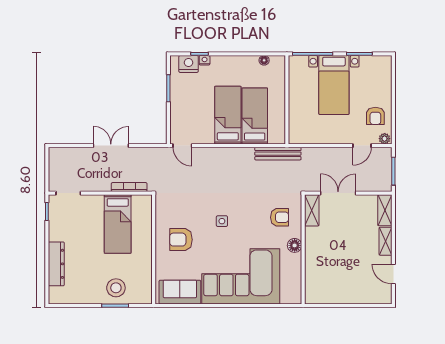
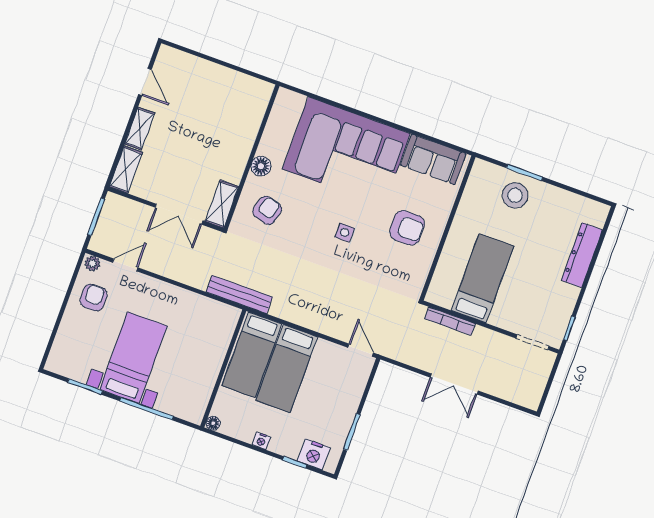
nightstand: (205, 60) -> (261, 441), moved
wall: (287, 100) -> (223, 368), moved
armchair: (280, 217) -> (267, 210), turned 106

